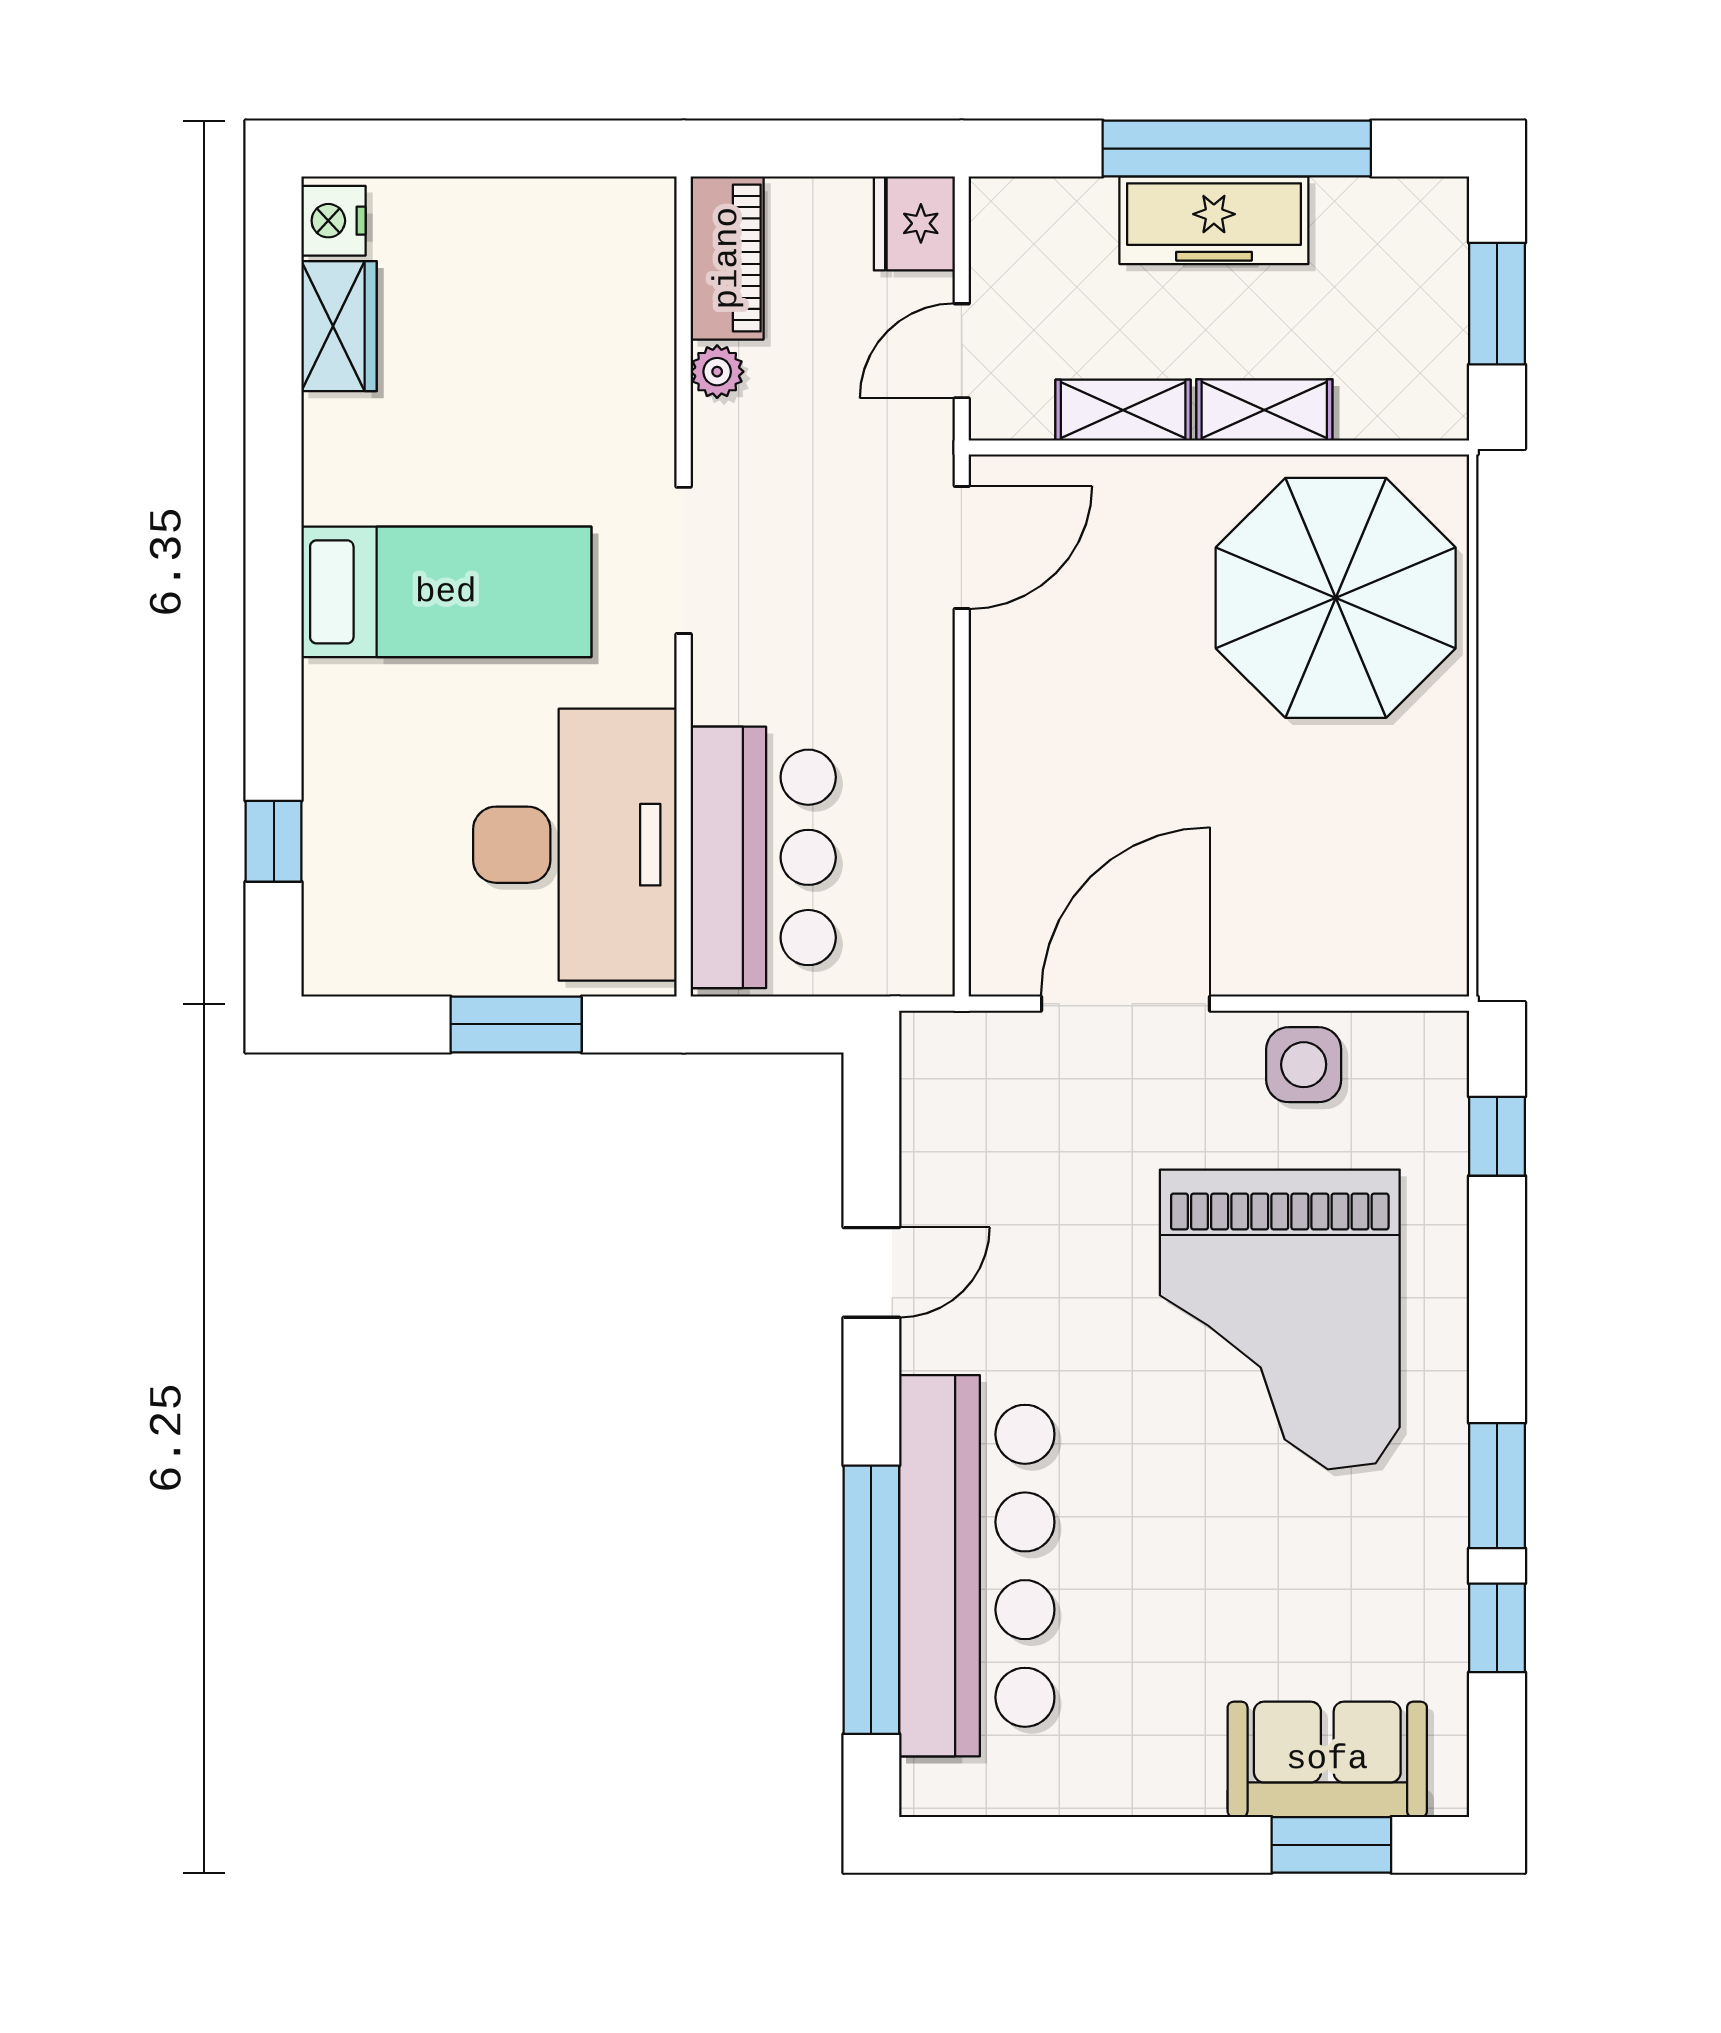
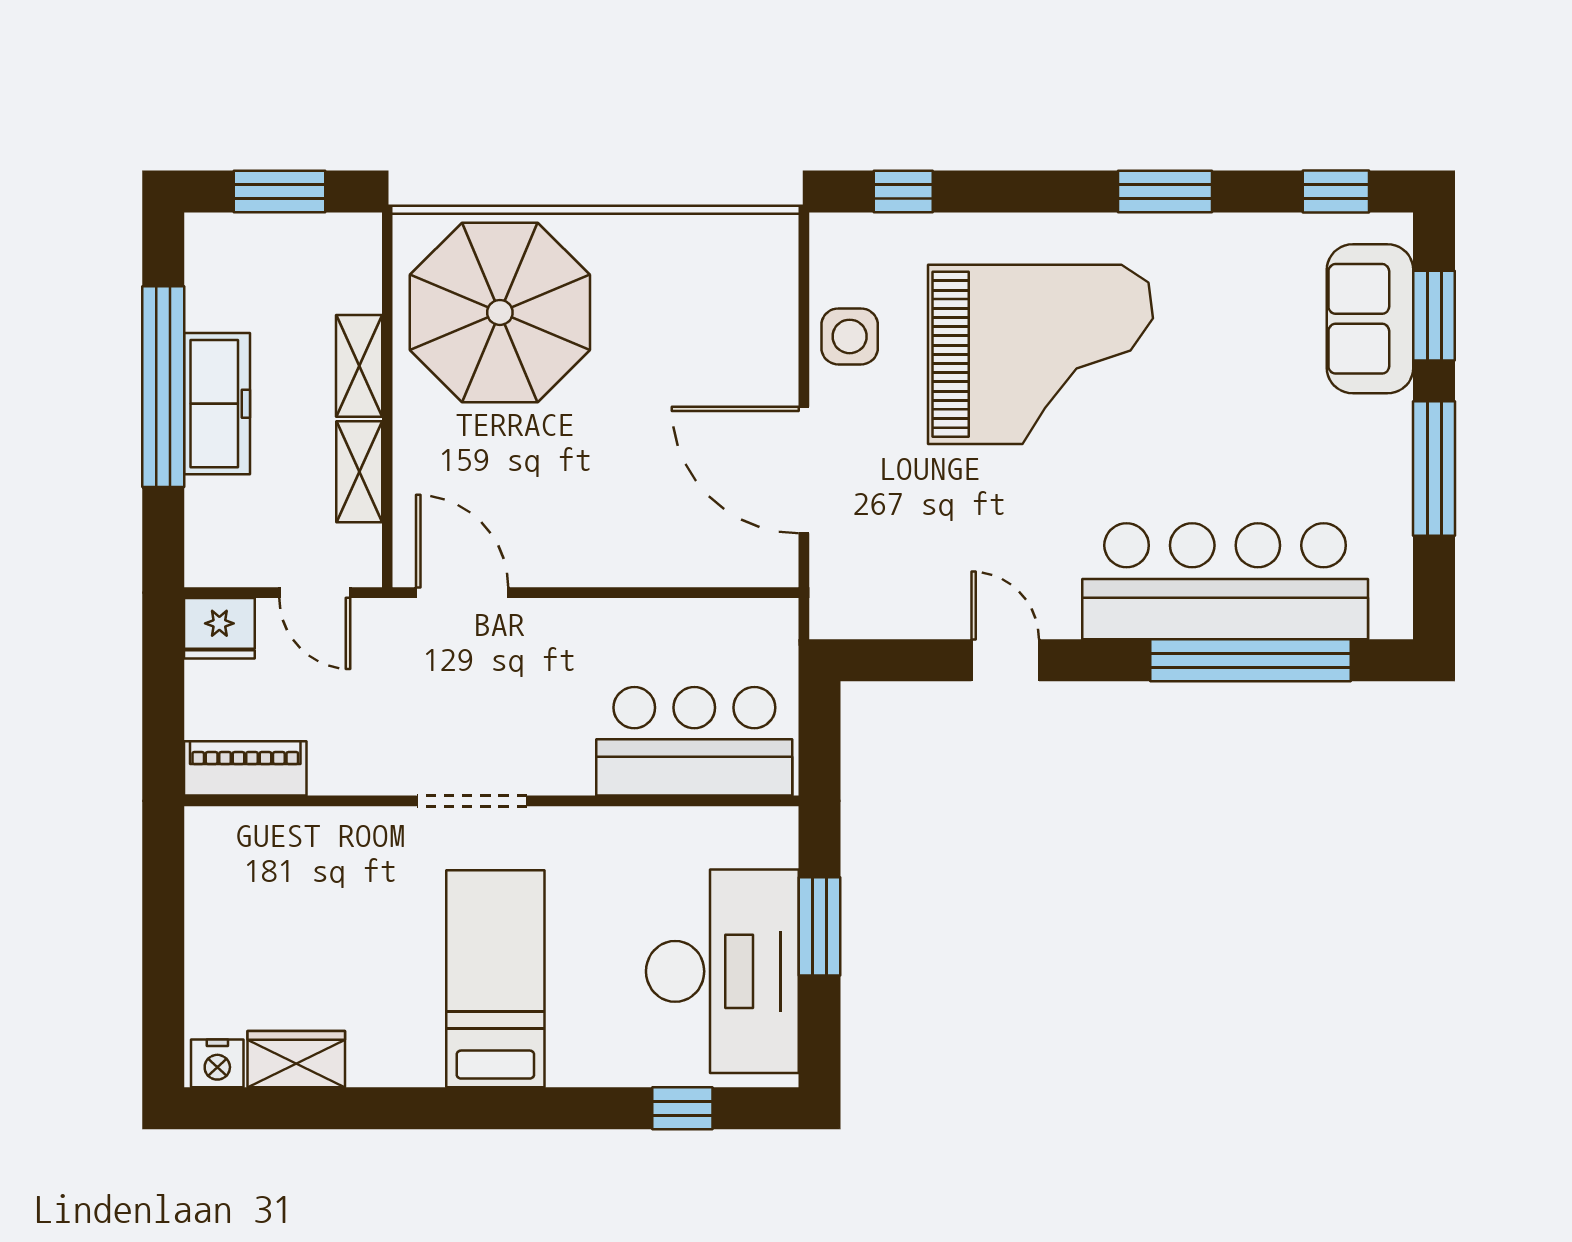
plant: (717, 372) -> (330, 776), removed
desk: (575, 845) -> (722, 971), moved, turned 90
window: (1497, 1628) -> (1336, 192), moved
window: (1127, 1845) -> (1434, 469), added

